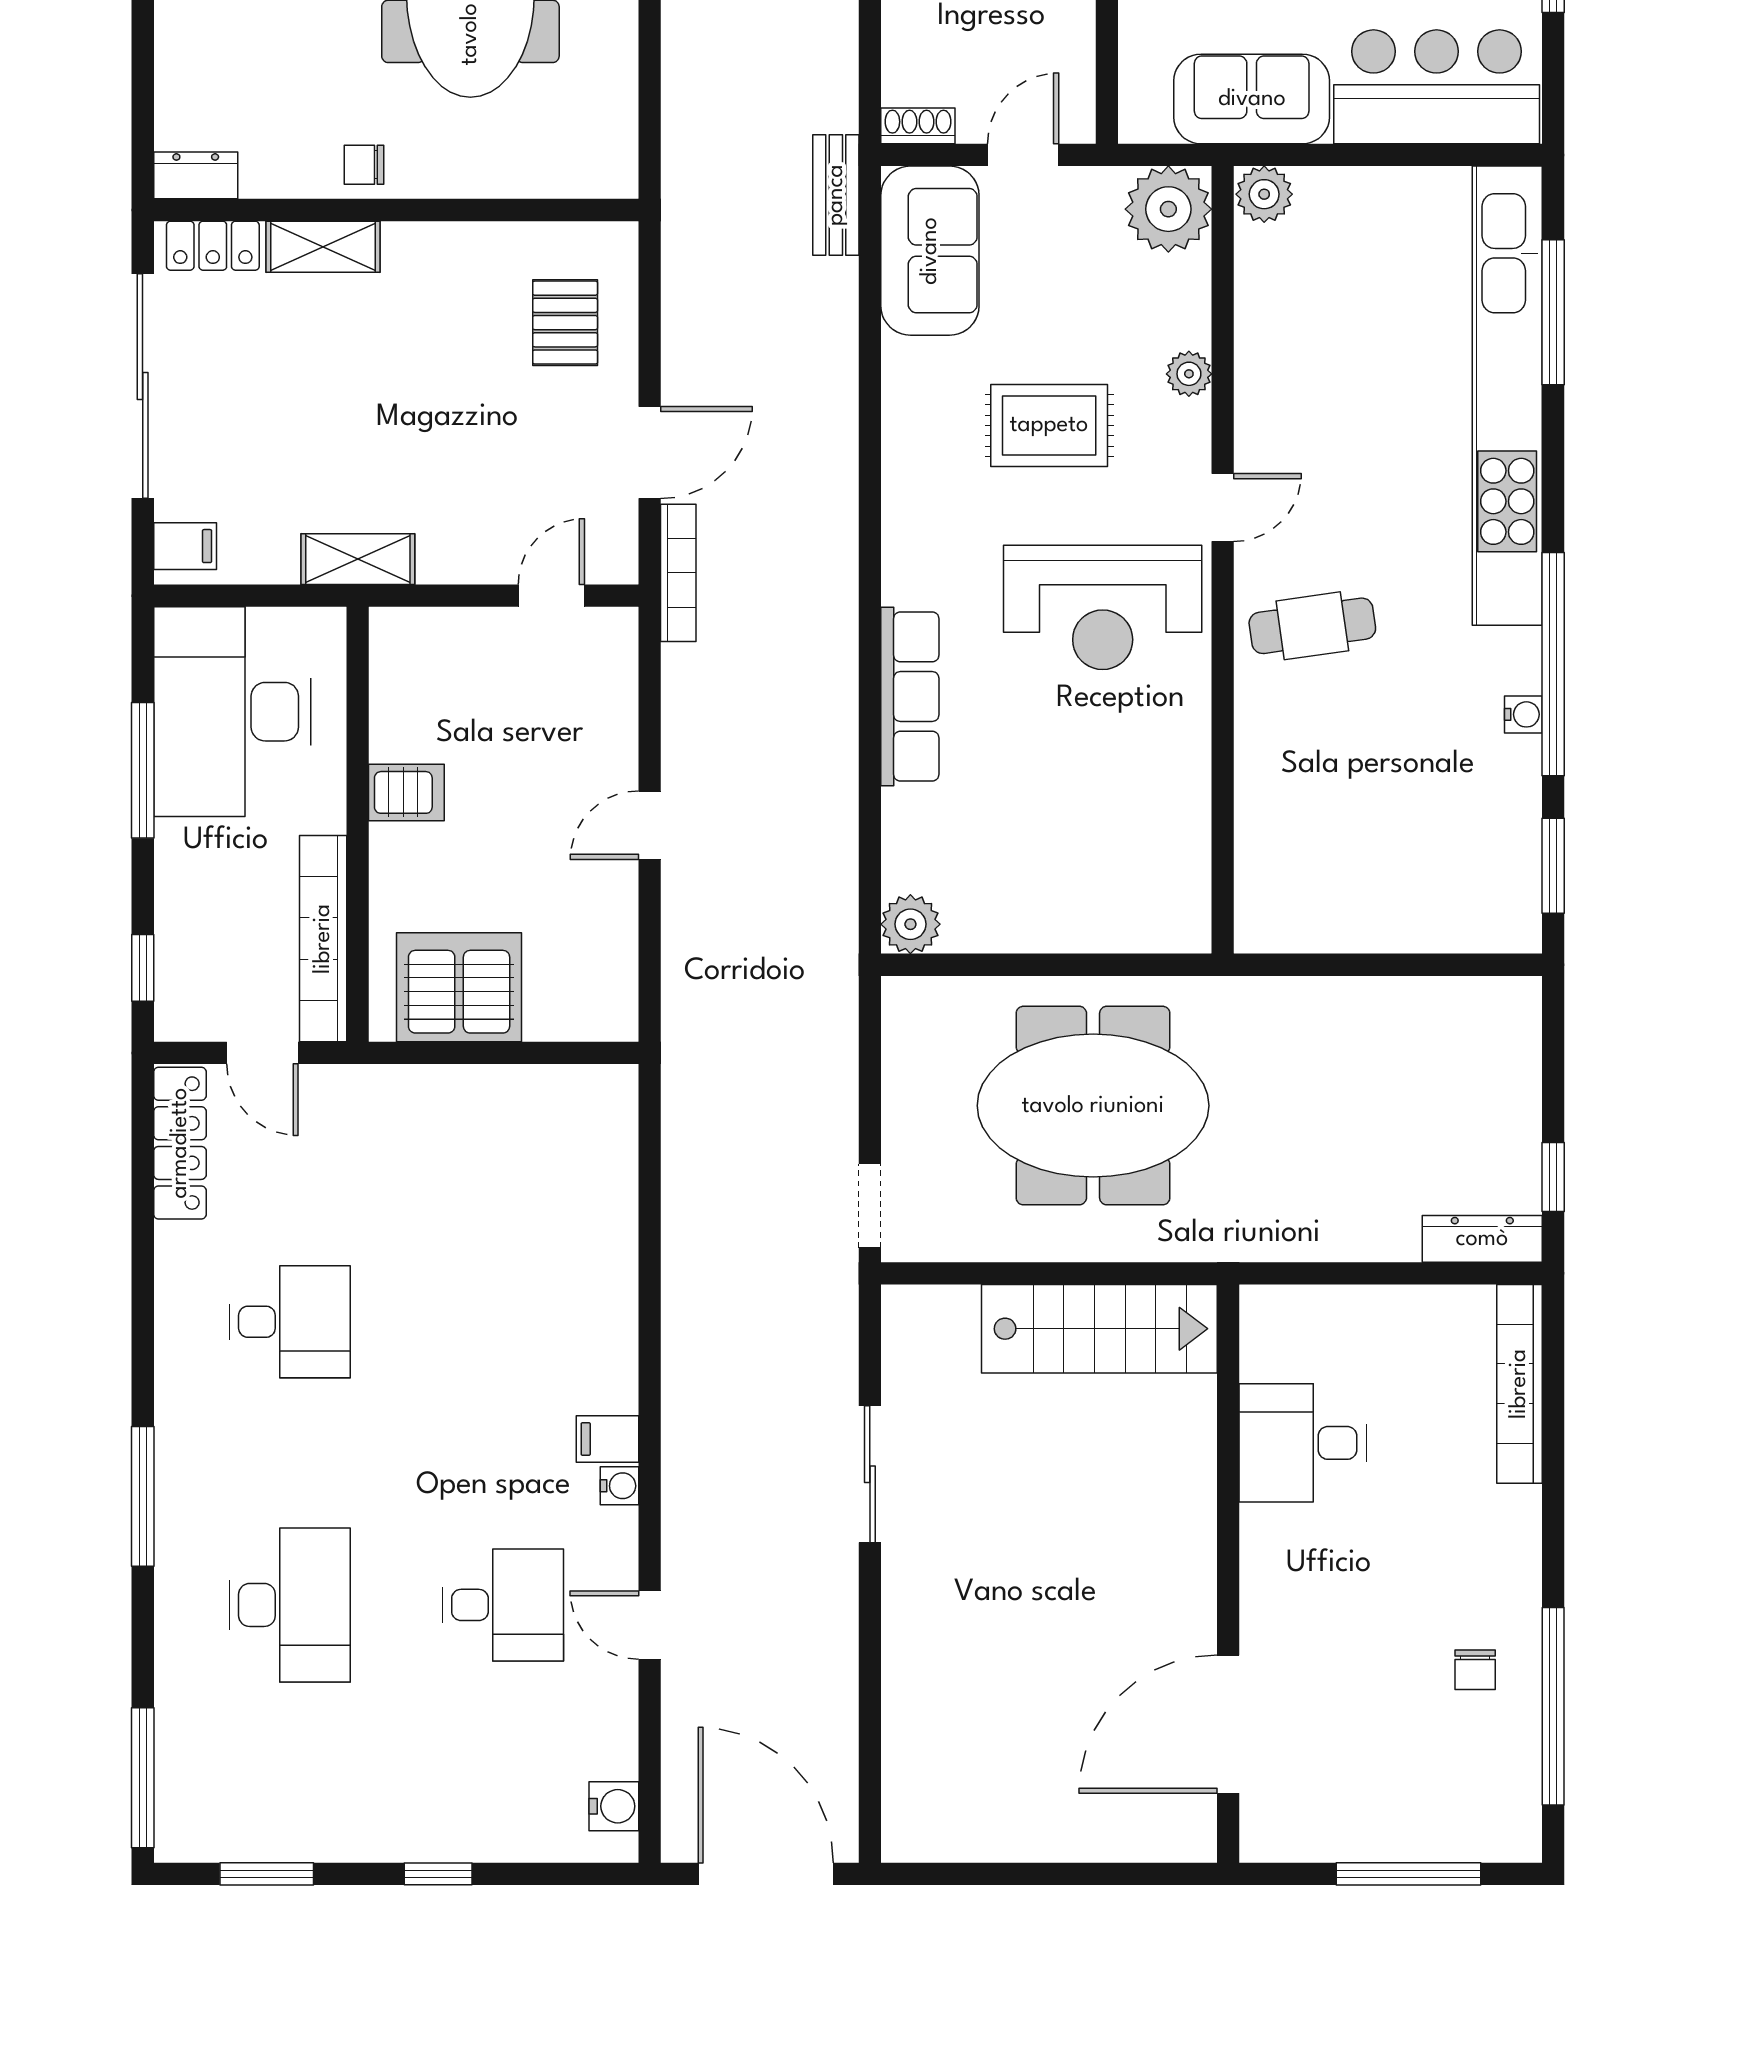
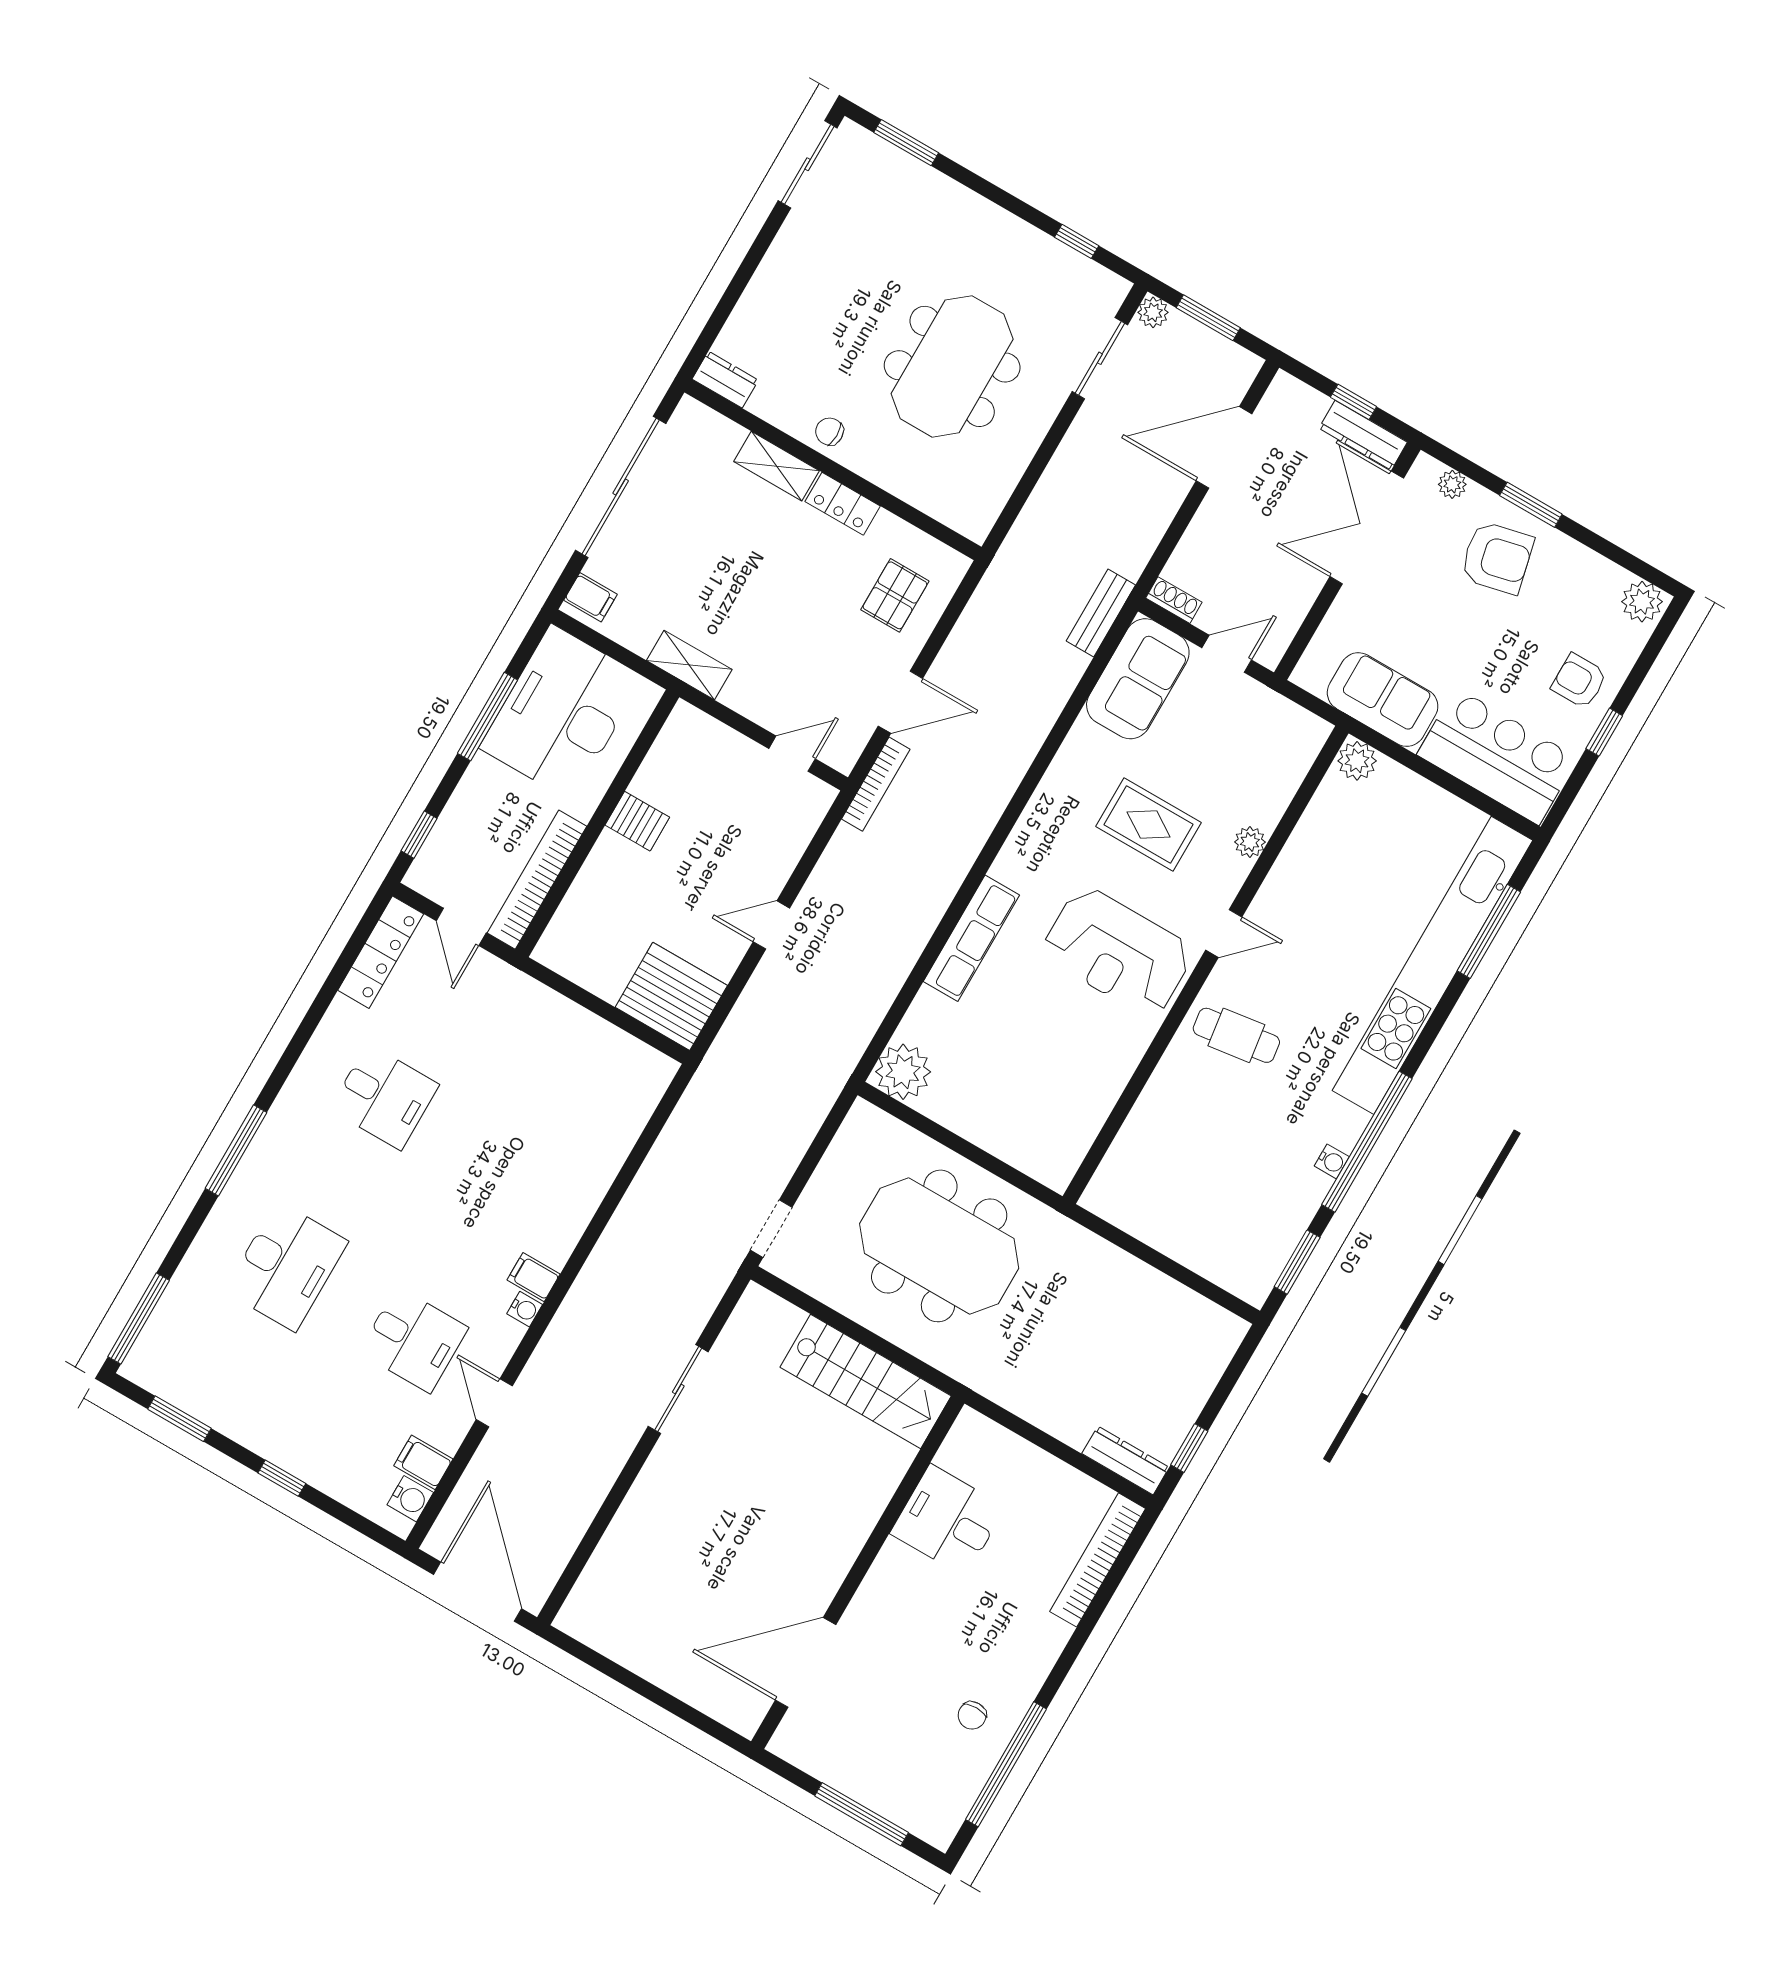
plant: (1168, 209) -> (1295, 736), removed
locker: (213, 246) -> (843, 504), moved
plant: (910, 924) -> (903, 1072), width x1.36, depth x1.36
server rack: (459, 987) -> (671, 996), moved
filing cabinet: (604, 1751) -> (423, 1462), added

